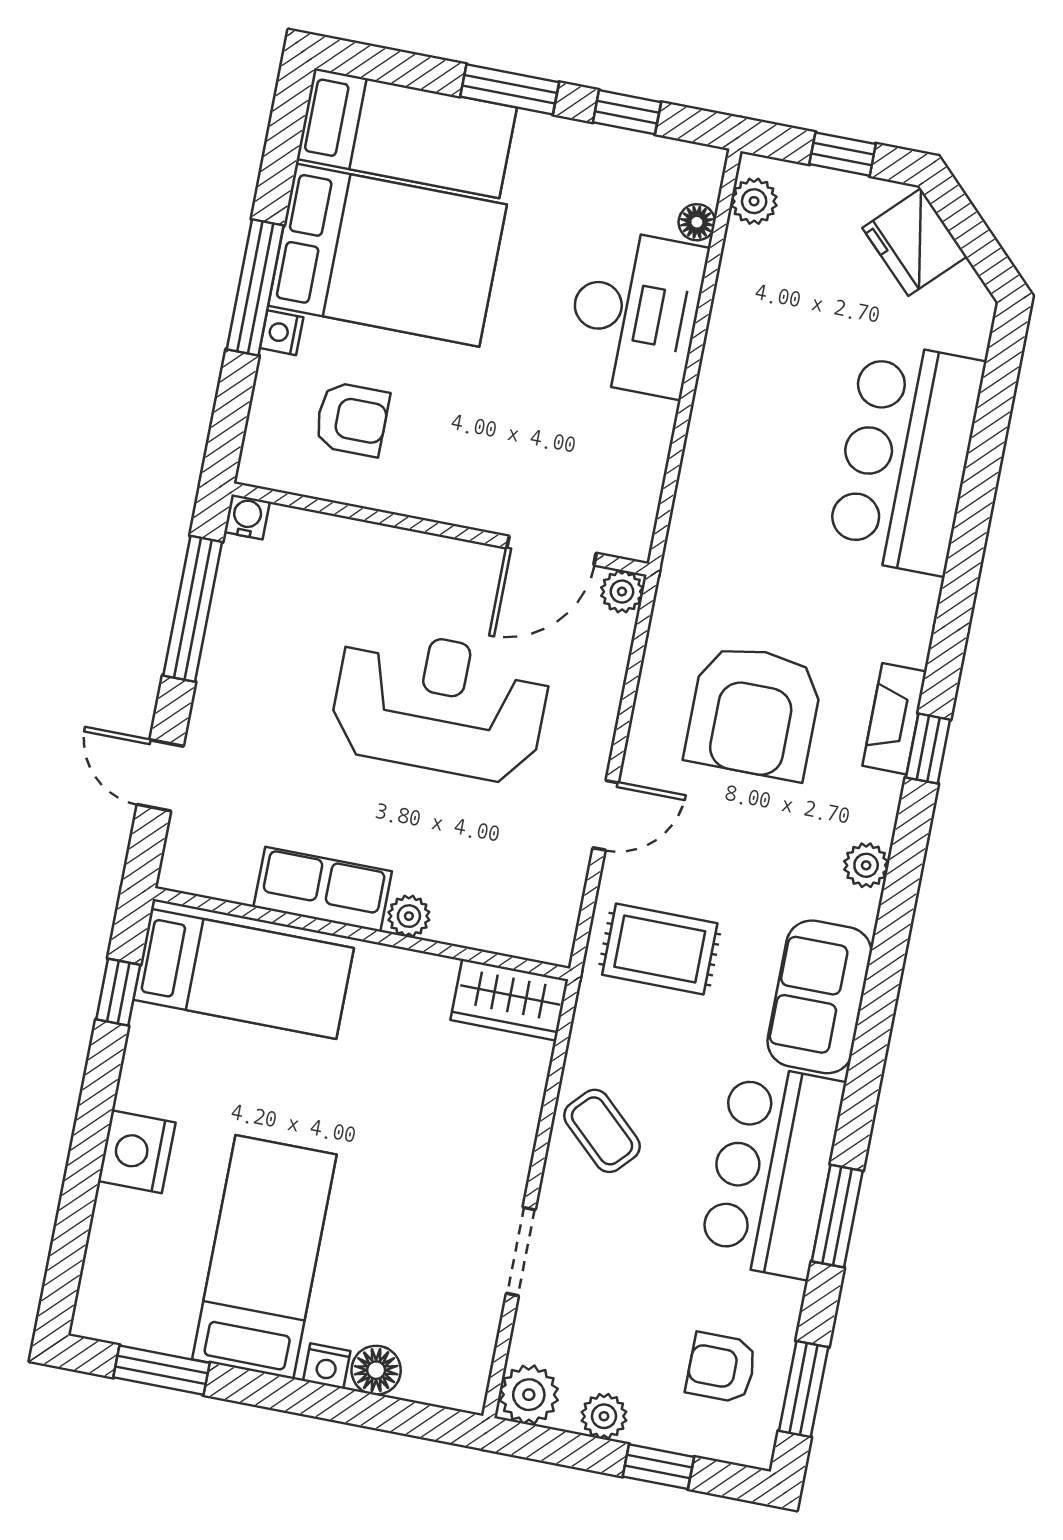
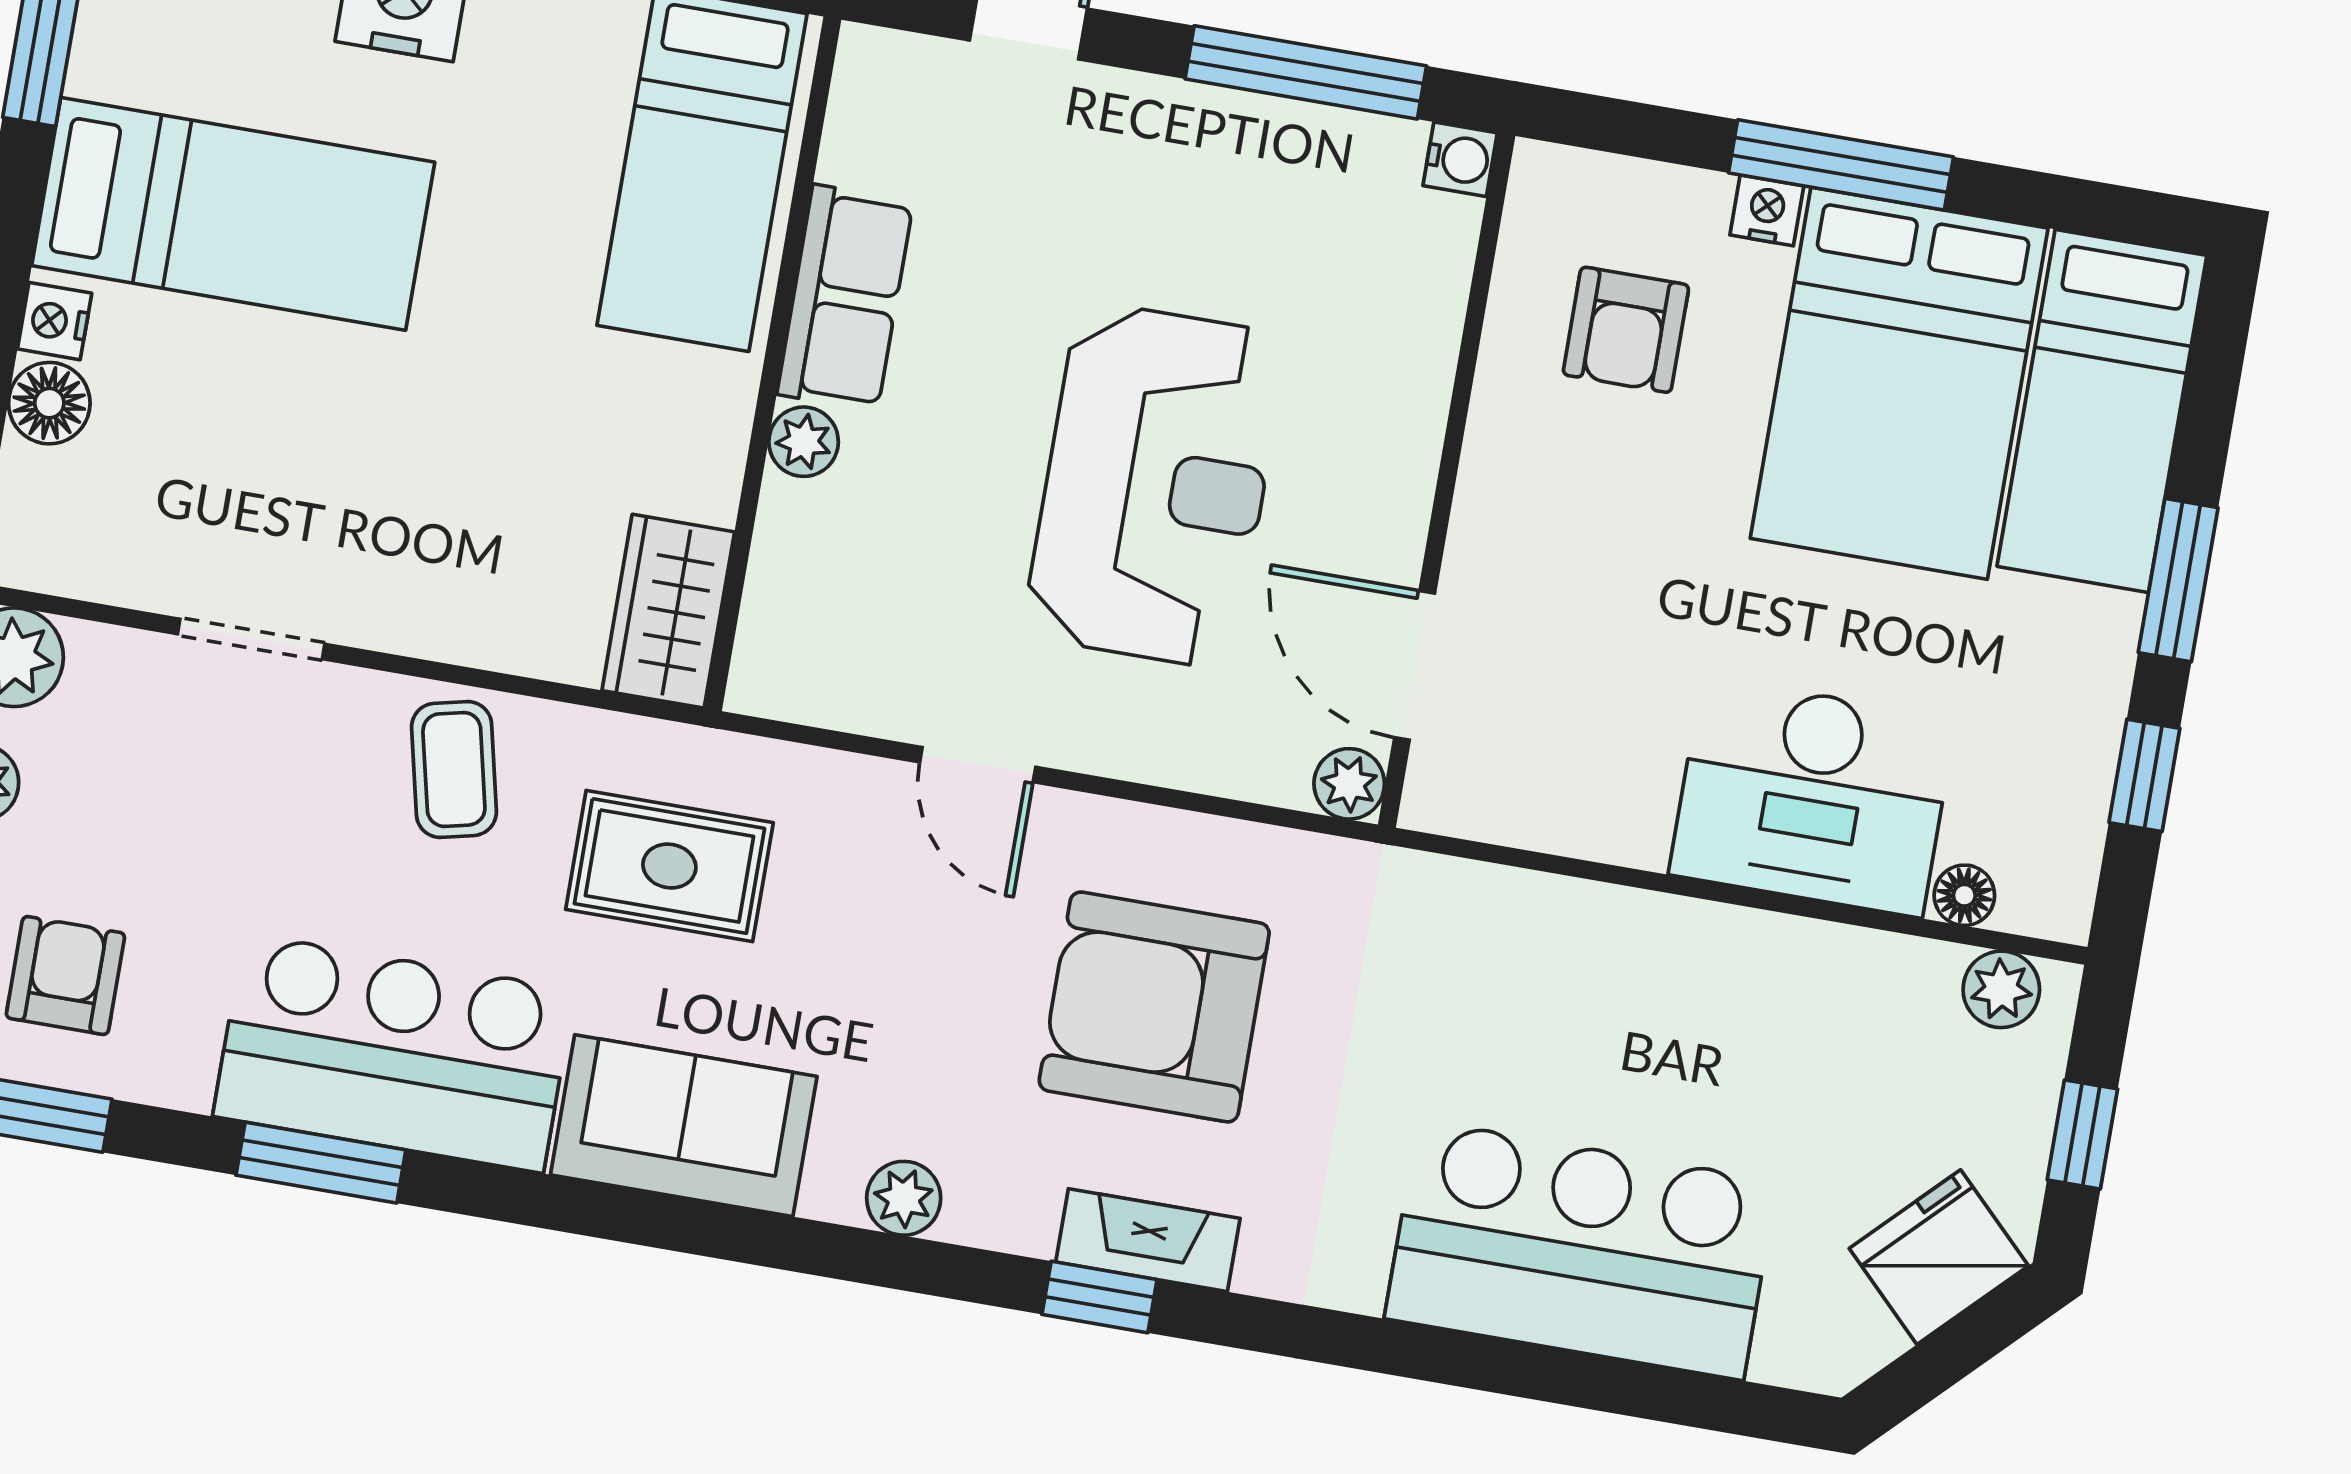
rug: (660, 949) -> (669, 866), moved, turned 90
coffee table: (602, 1131) -> (454, 769), turned -56

